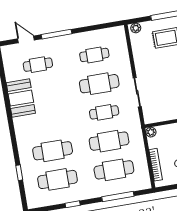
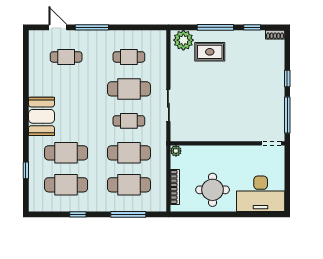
plant: (136, 28) -> (183, 40), width x1.88, depth x1.88
booth: (21, 98) -> (41, 116), moved

